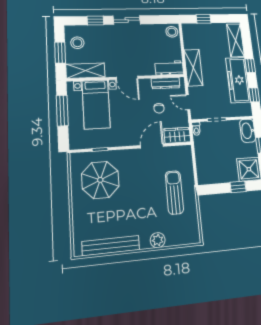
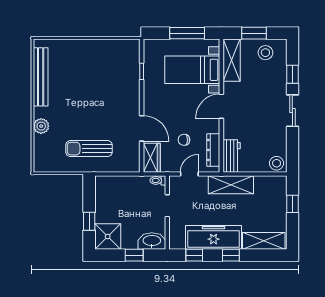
parasol: (100, 180) -> (109, 70), removed
sun lounger: (174, 192) -> (89, 149), turned 180

